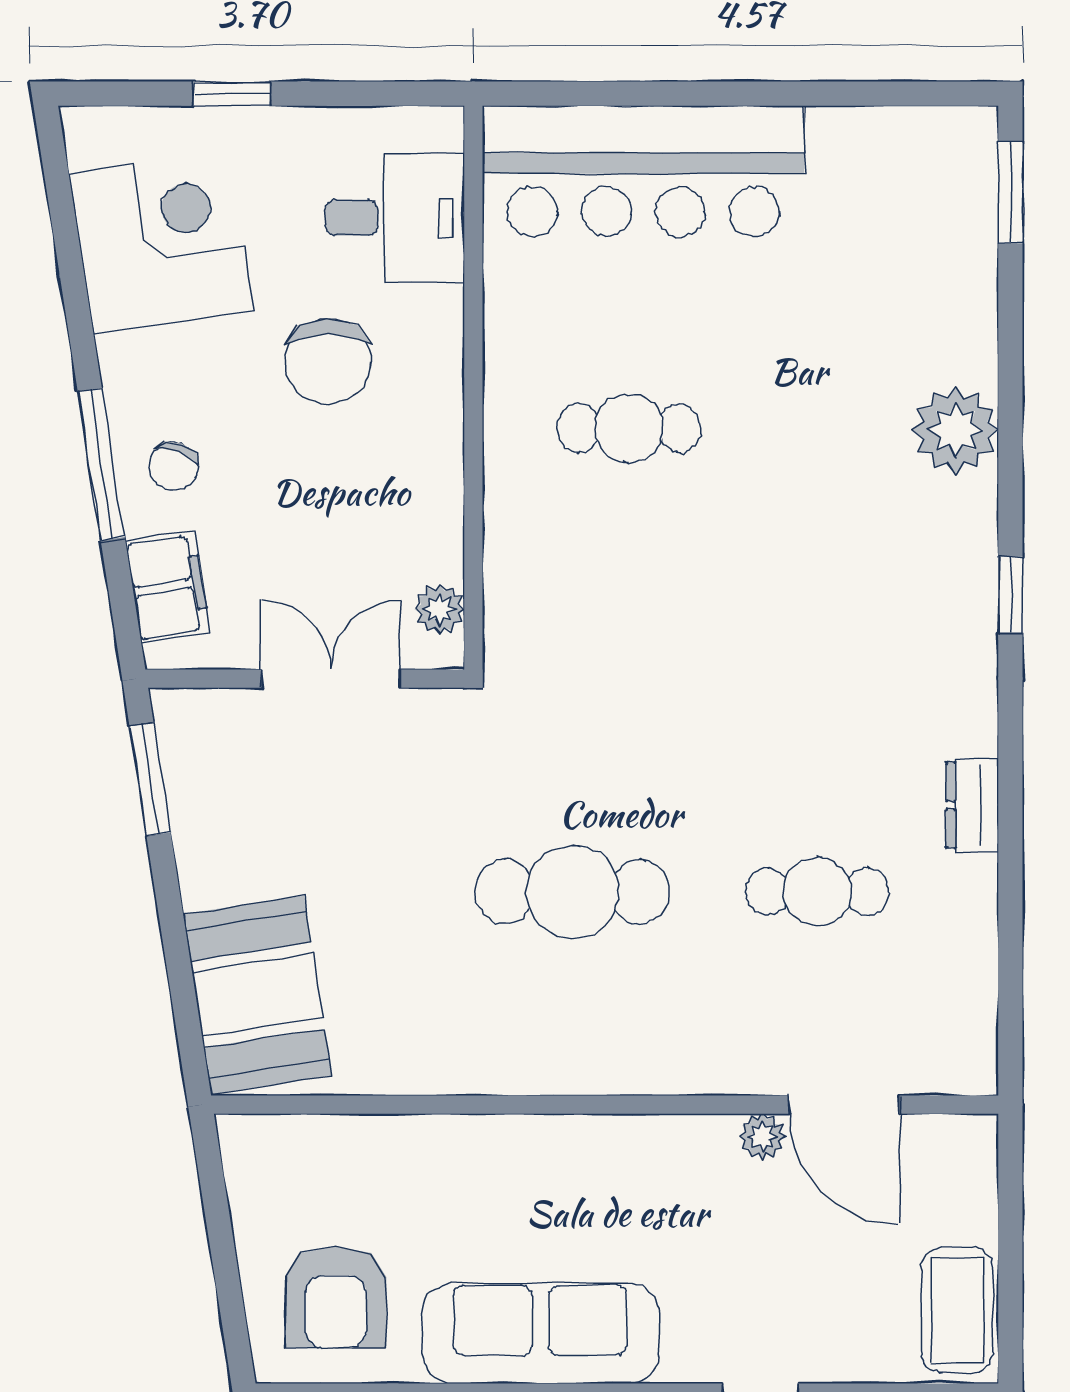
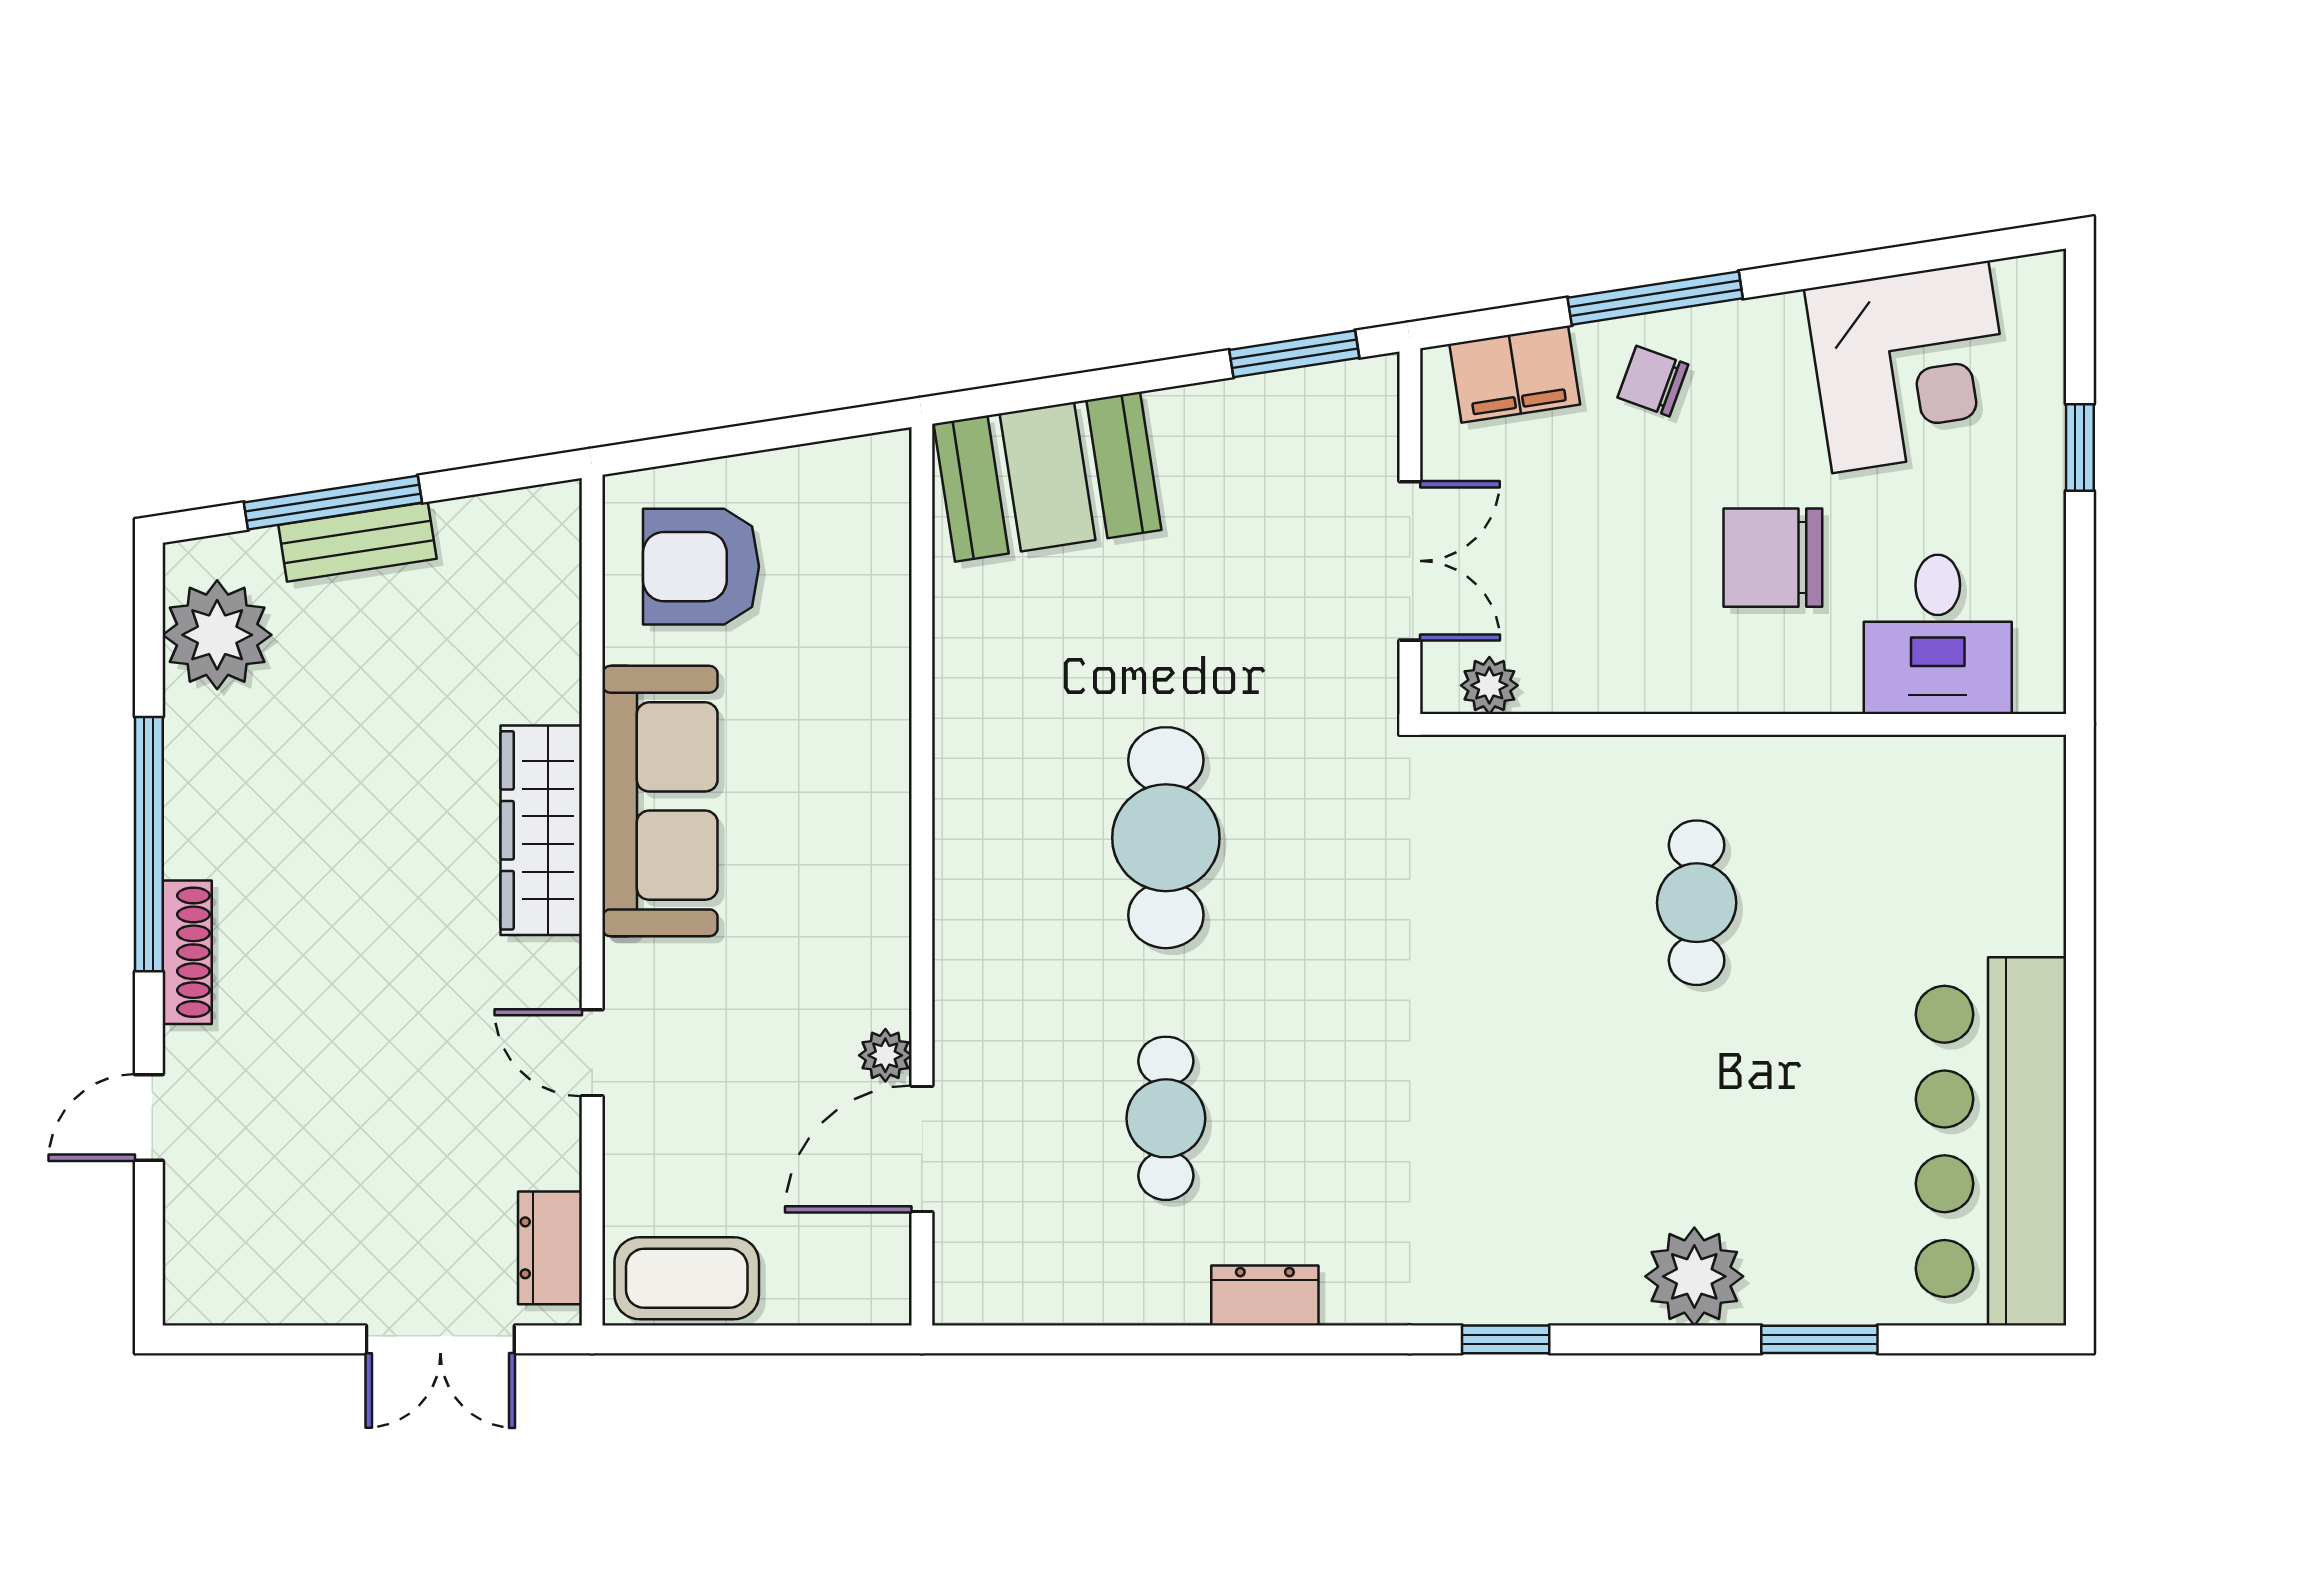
bar counter: (643, 171) -> (1991, 1141), moved
window: (1010, 192) -> (1819, 1339), moved

